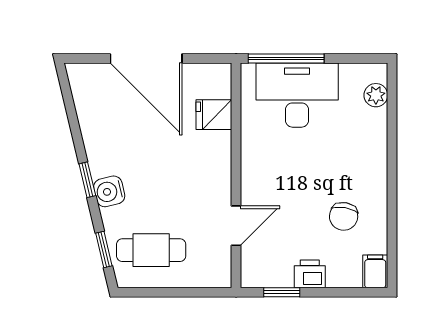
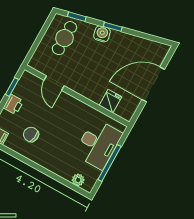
window: (286, 59) -> (109, 163), moved

